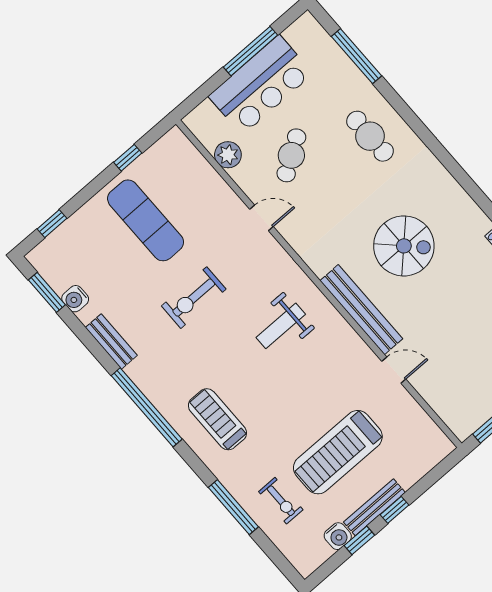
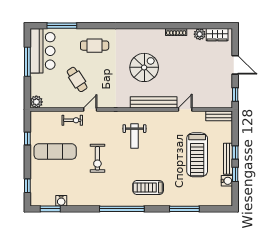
bar counter: (261, 85) -> (42, 51), moved
plant: (228, 155) -> (36, 102), moved
bench: (111, 341) -> (219, 116), moved
exercise bike: (281, 501) -> (72, 120), moved

